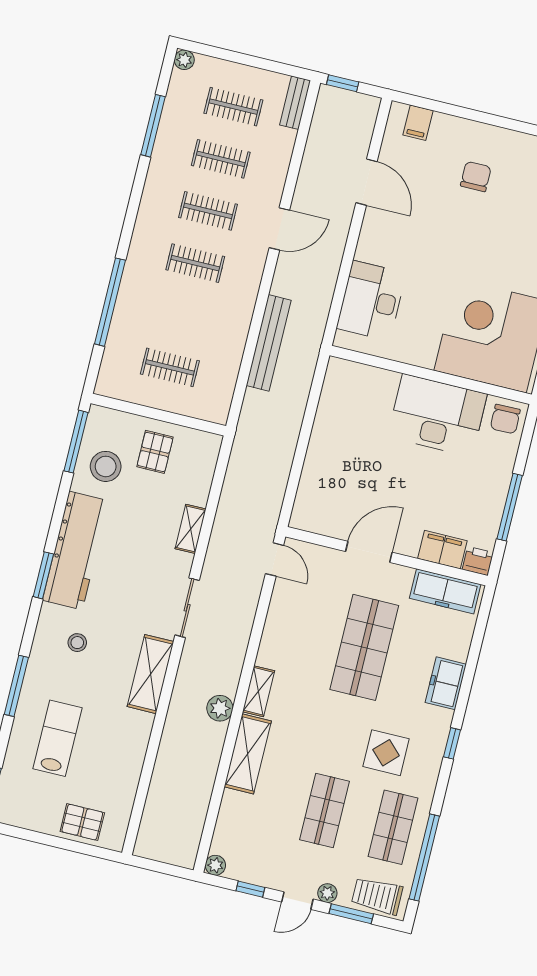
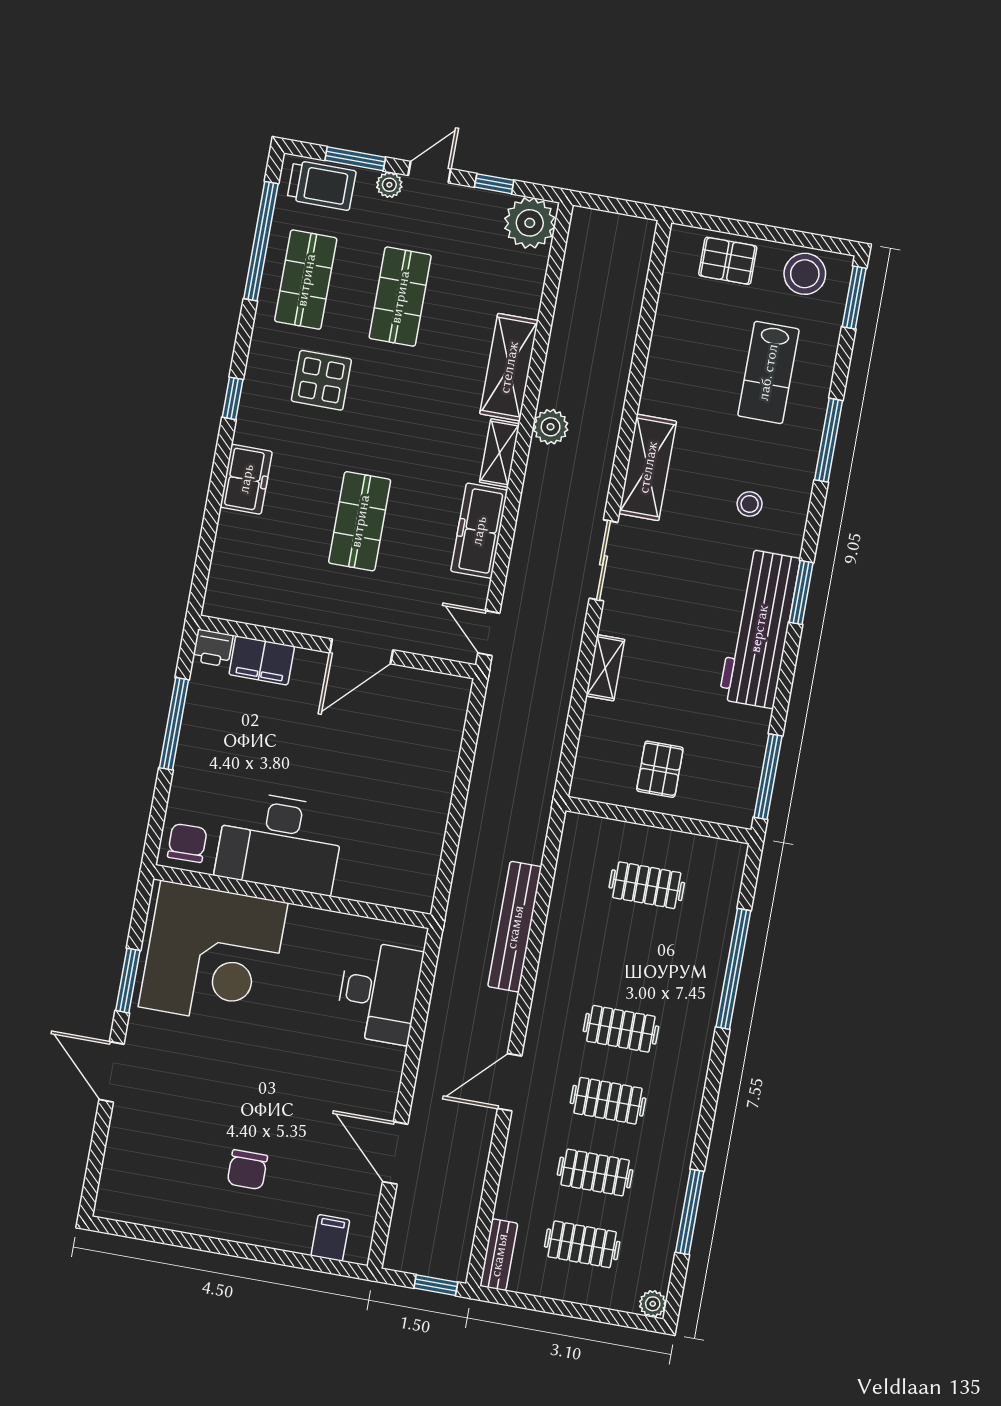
stool: (106, 466) -> (805, 274), moved
freezer: (445, 591) -> (479, 531), moved, turned -90
shop shelf: (364, 647) -> (360, 521), width x0.70, depth x0.74
plant: (215, 865) -> (530, 223), width x1.87, depth x1.87

